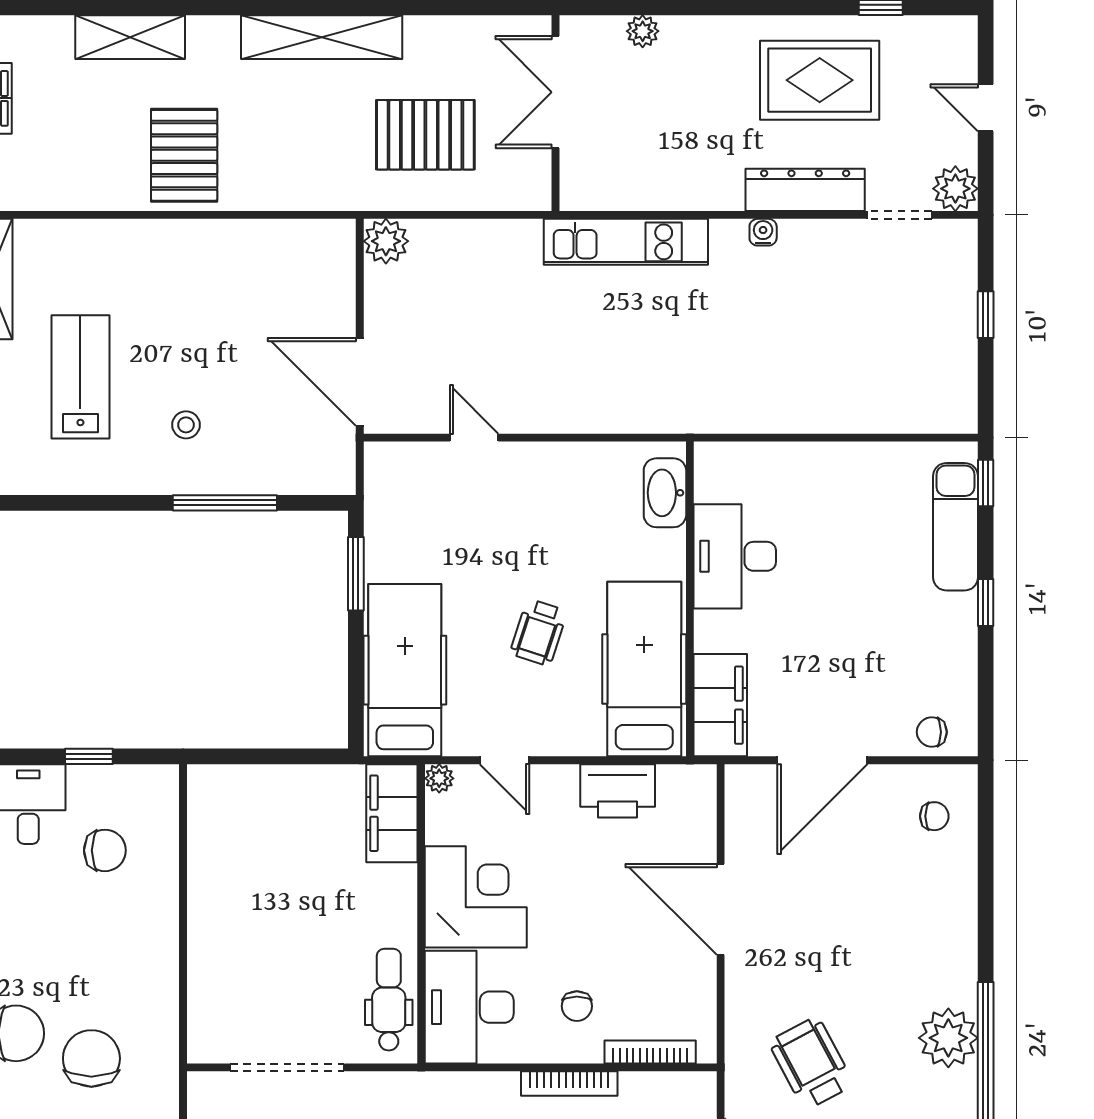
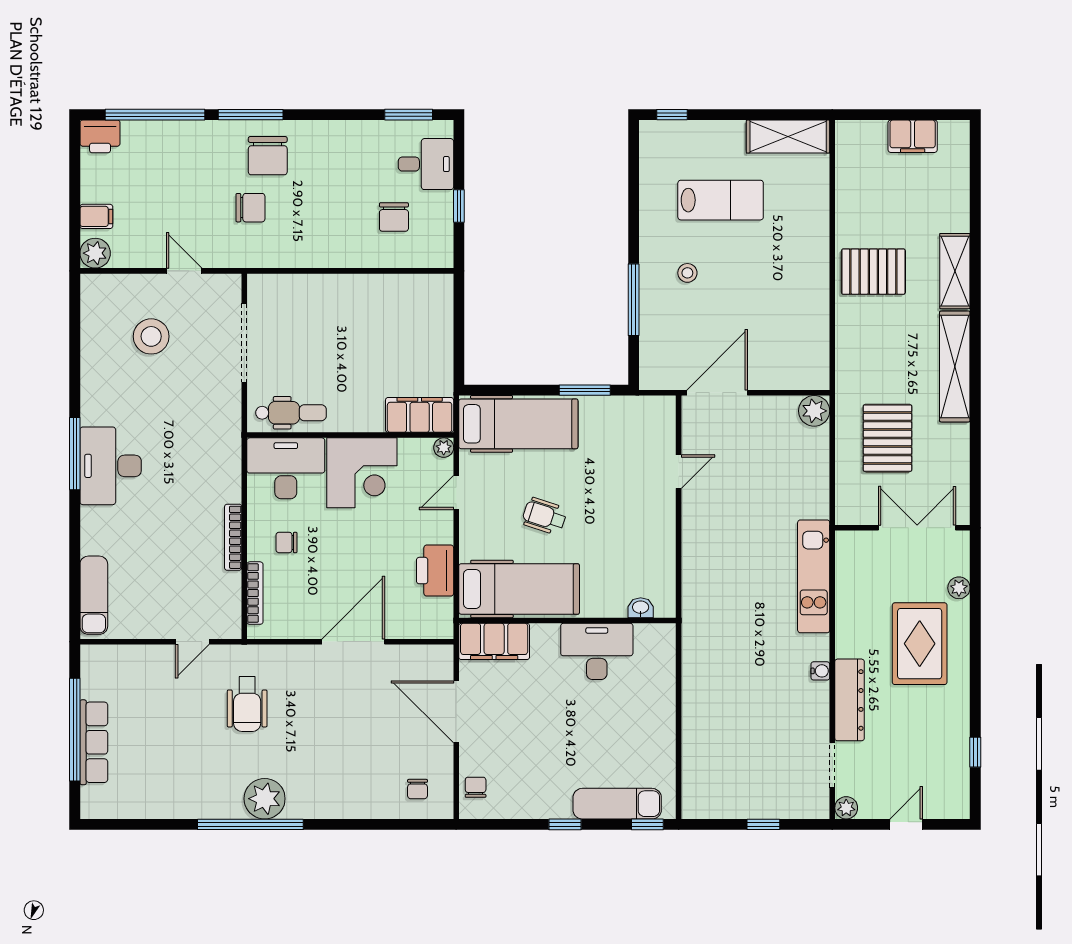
shelving: (130, 37) -> (955, 271), moved
rug: (820, 80) -> (920, 644), moved
plant: (955, 189) -> (846, 808), width x0.73, depth x0.73
washbasin: (665, 493) -> (641, 608), width x0.52, depth x0.69
chair: (91, 1058) -> (250, 208), width x0.73, depth x0.73
wheelchair: (811, 1063) -> (247, 704), turned 118

